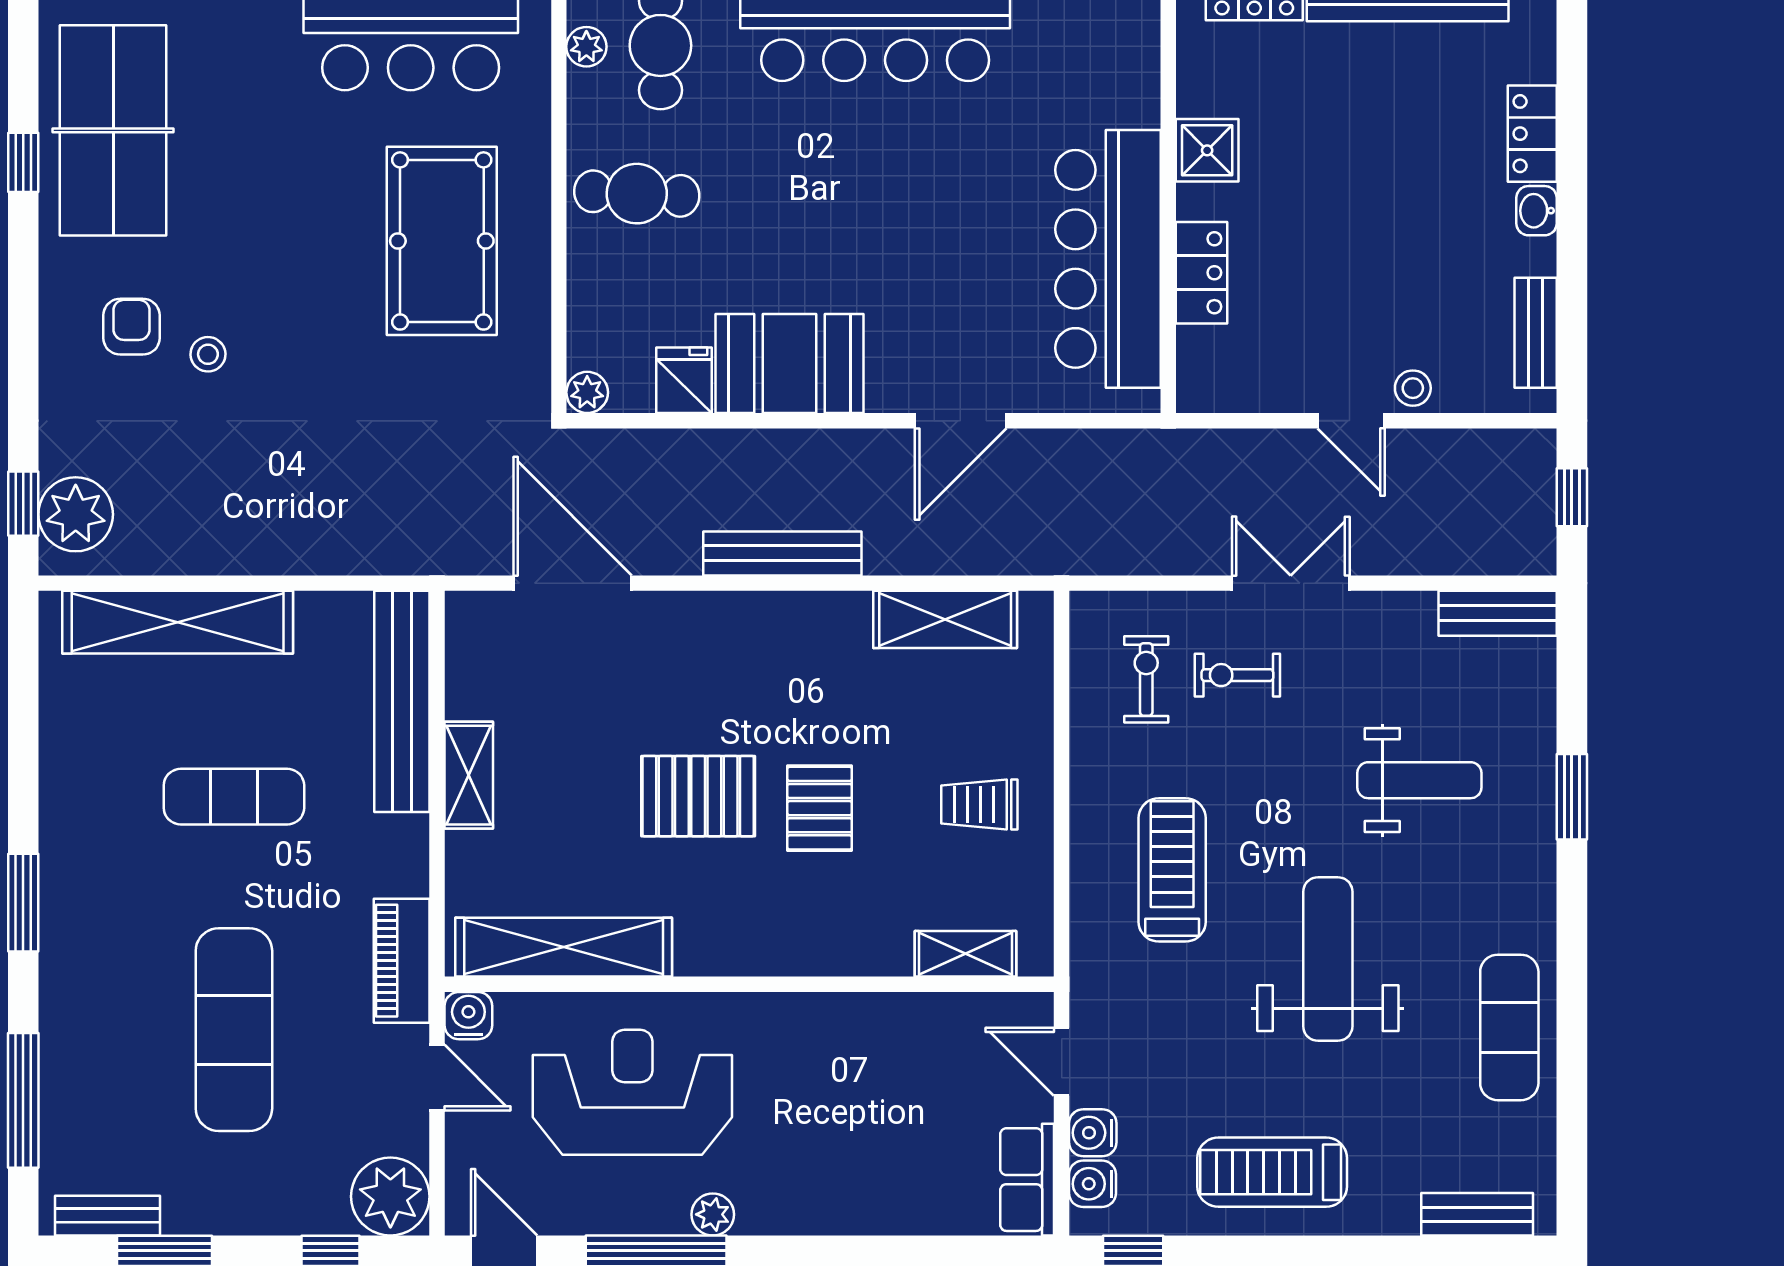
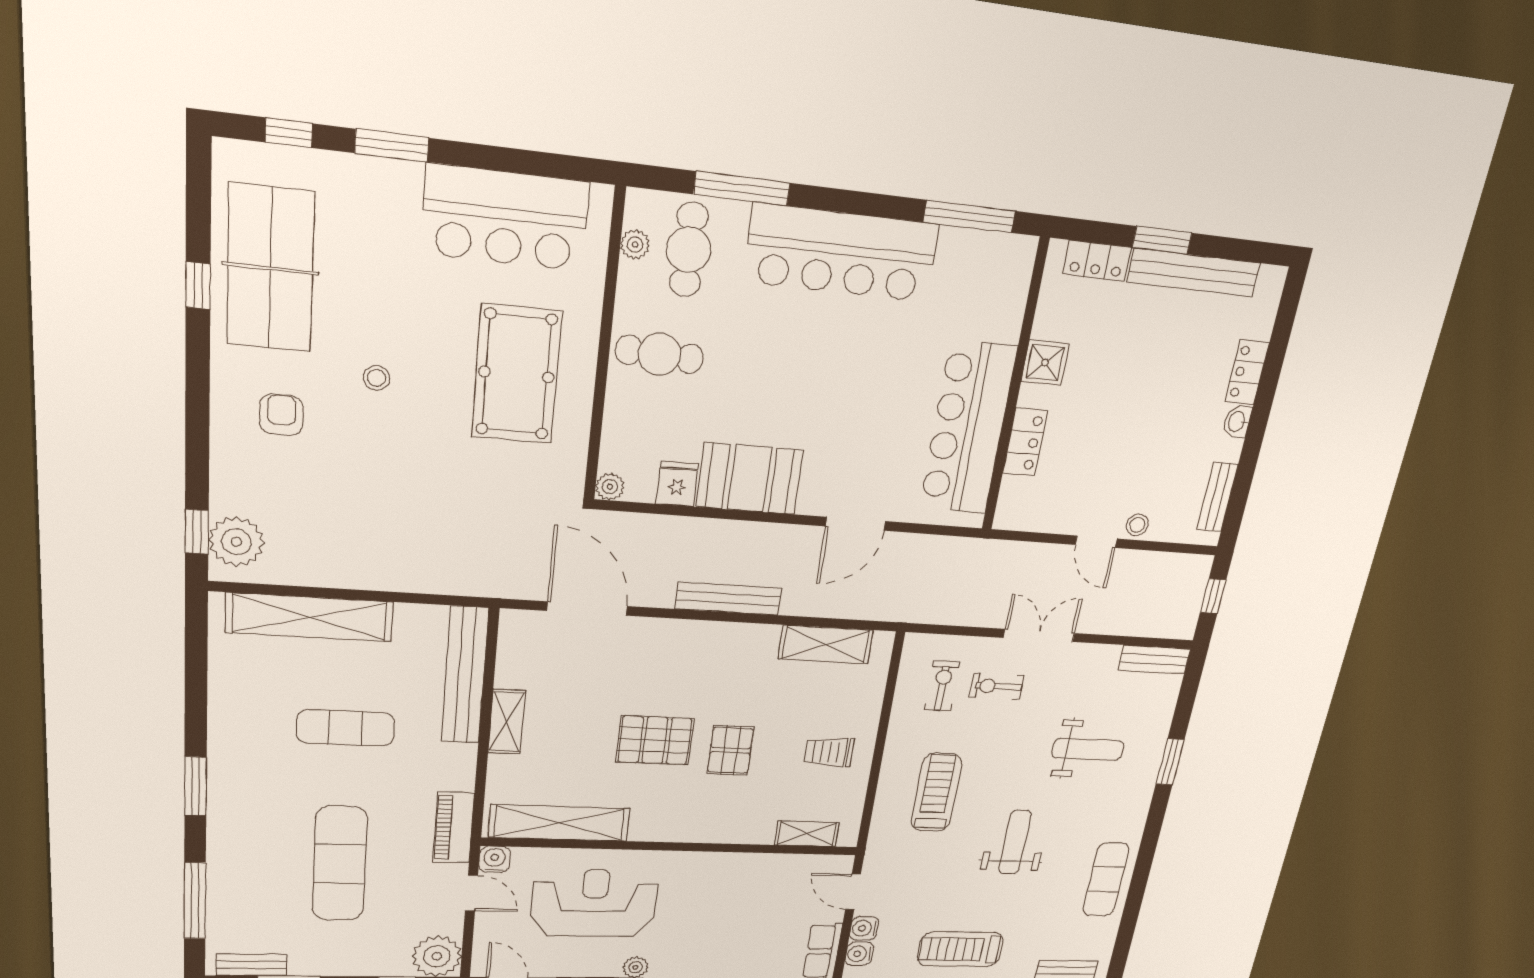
stool: (208, 354) -> (376, 378), moved
weight bench: (1328, 959) -> (1015, 842), width x0.73, depth x0.75

